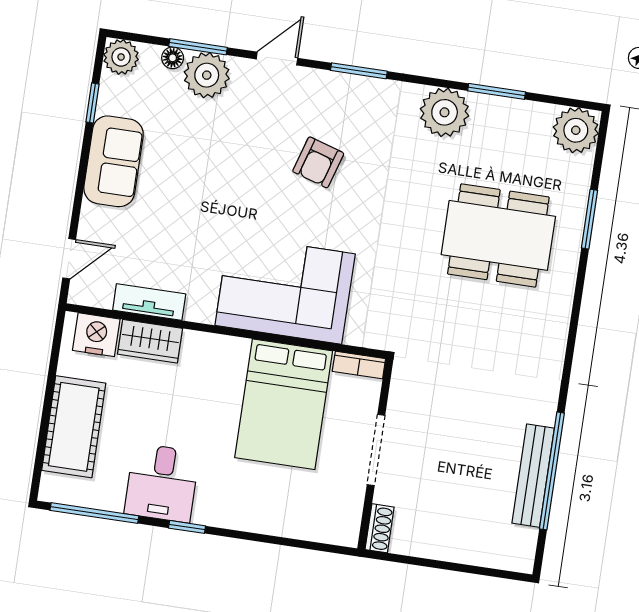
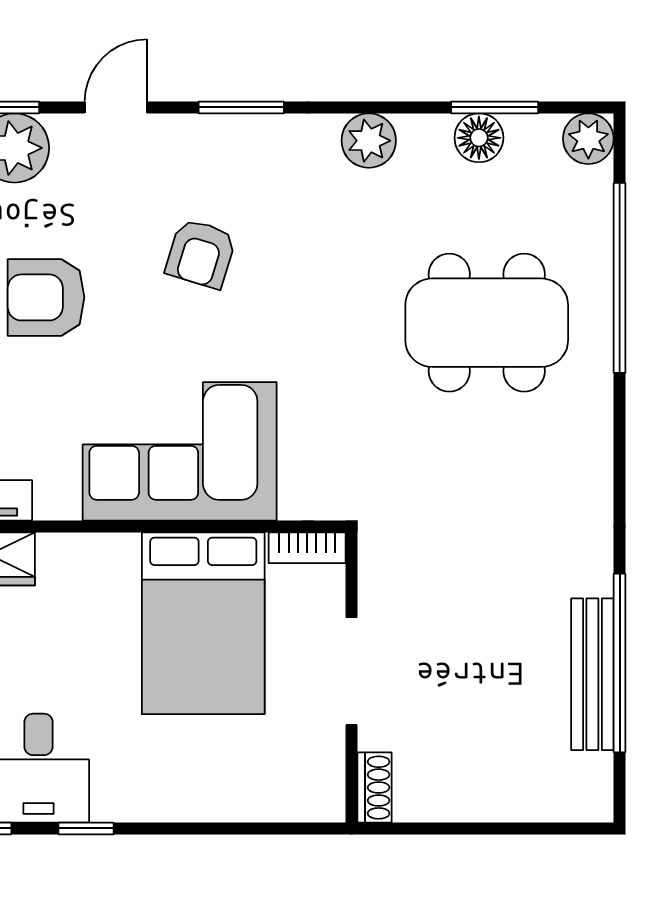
window: (497, 91) -> (495, 107), moved
plant: (445, 112) -> (369, 141), width x0.73, depth x0.73
floor lamp: (511, 114) -> (479, 138), added
plant: (576, 130) -> (588, 139), width x0.73, depth x0.73
armchair: (213, 176) -> (46, 297), added
window: (590, 219) -> (620, 278), width x2.11

